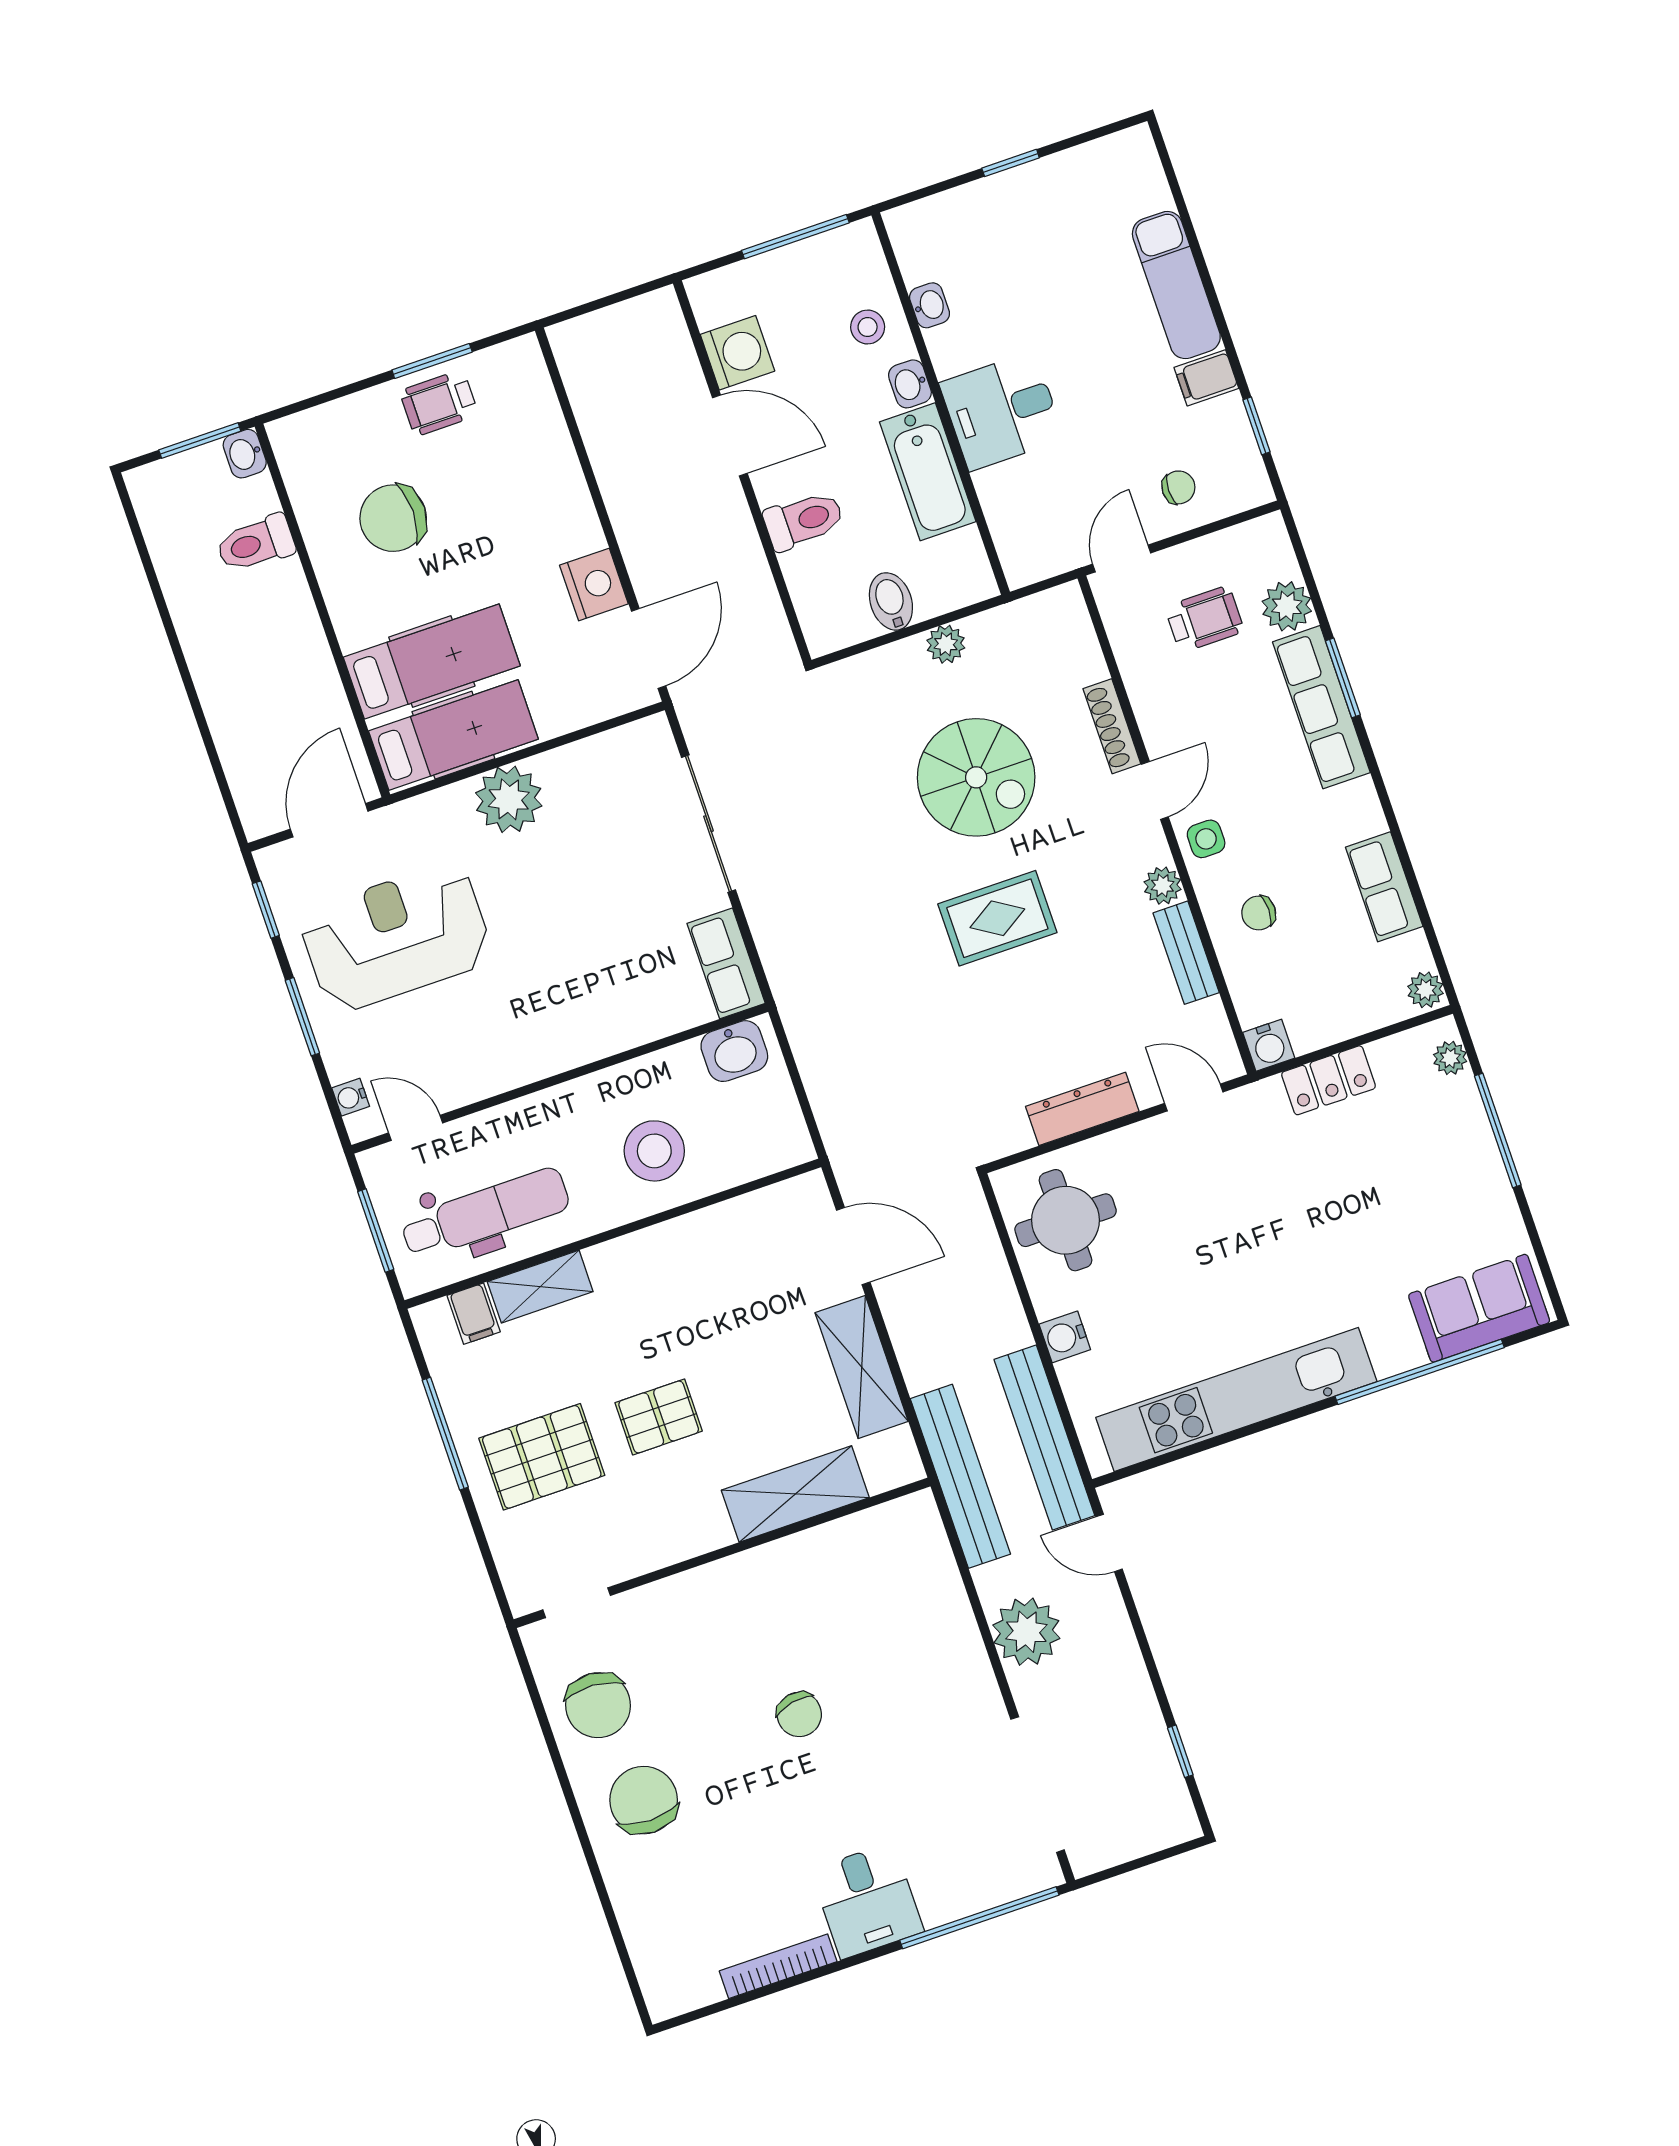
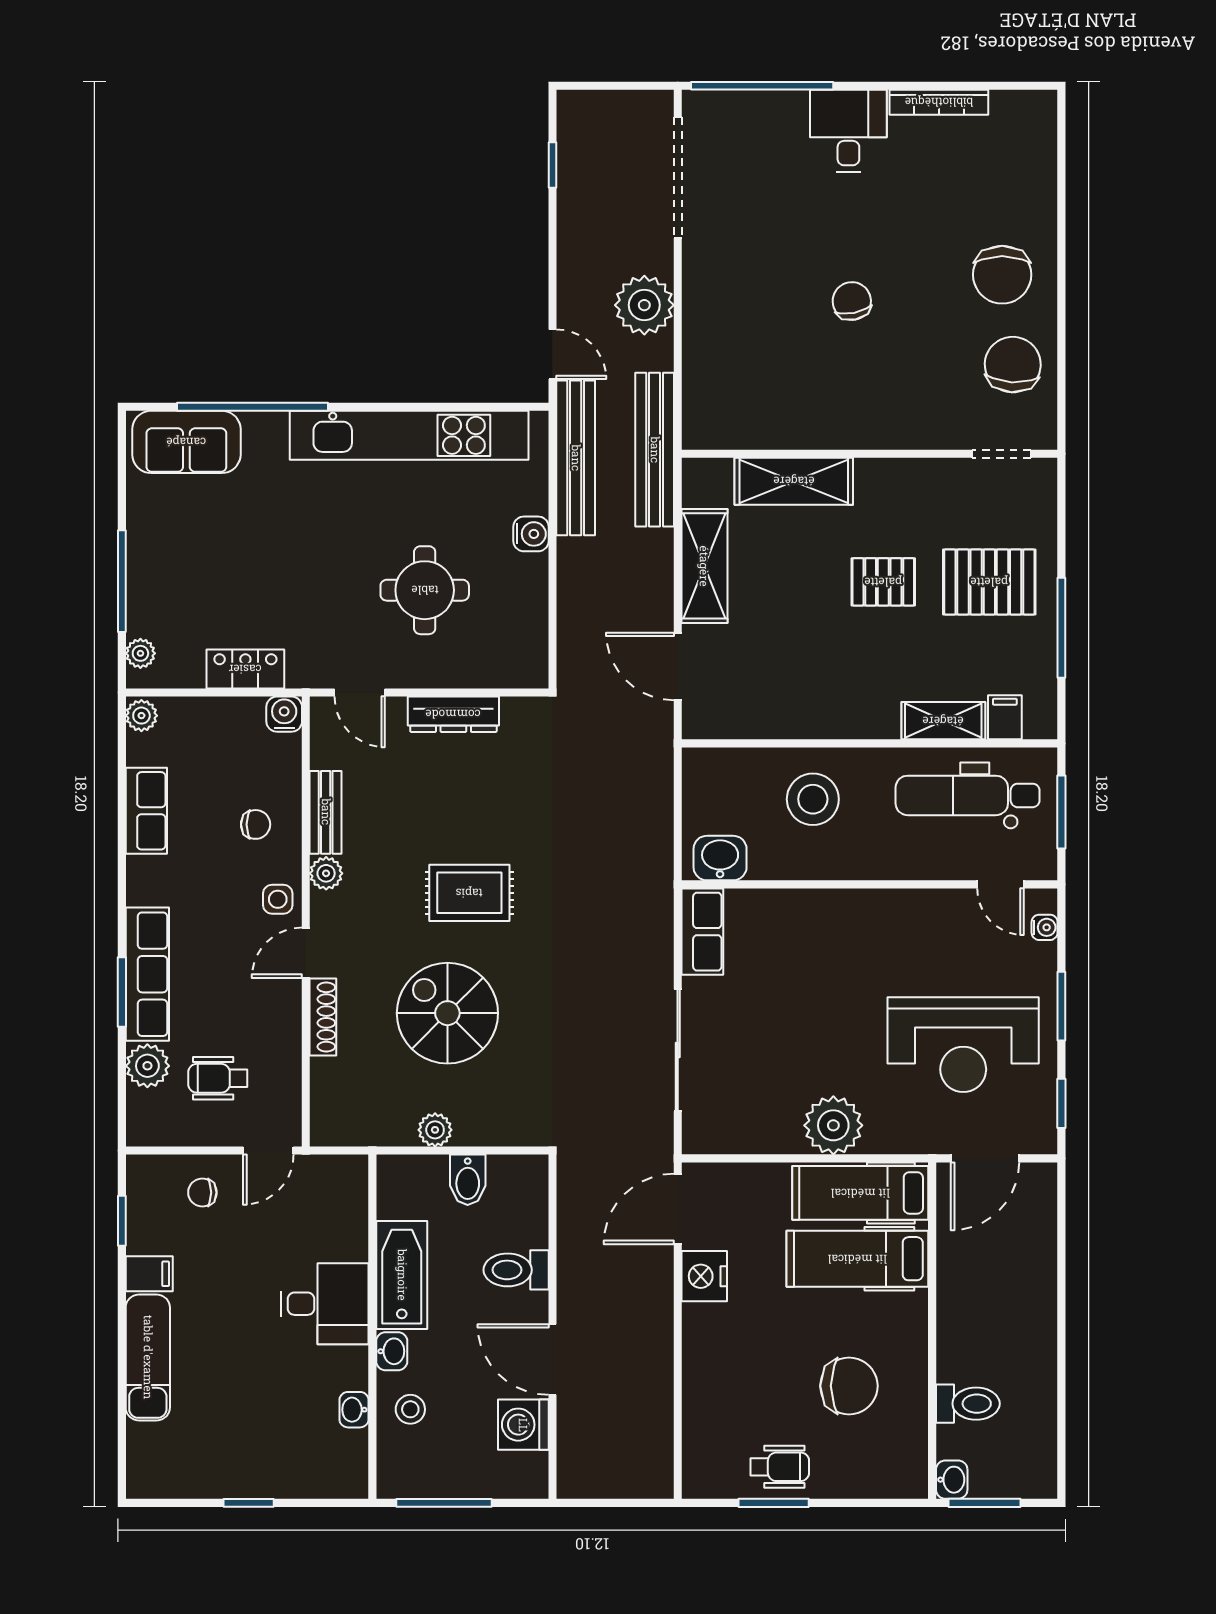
round table: (1066, 1220) -> (425, 590), moved

